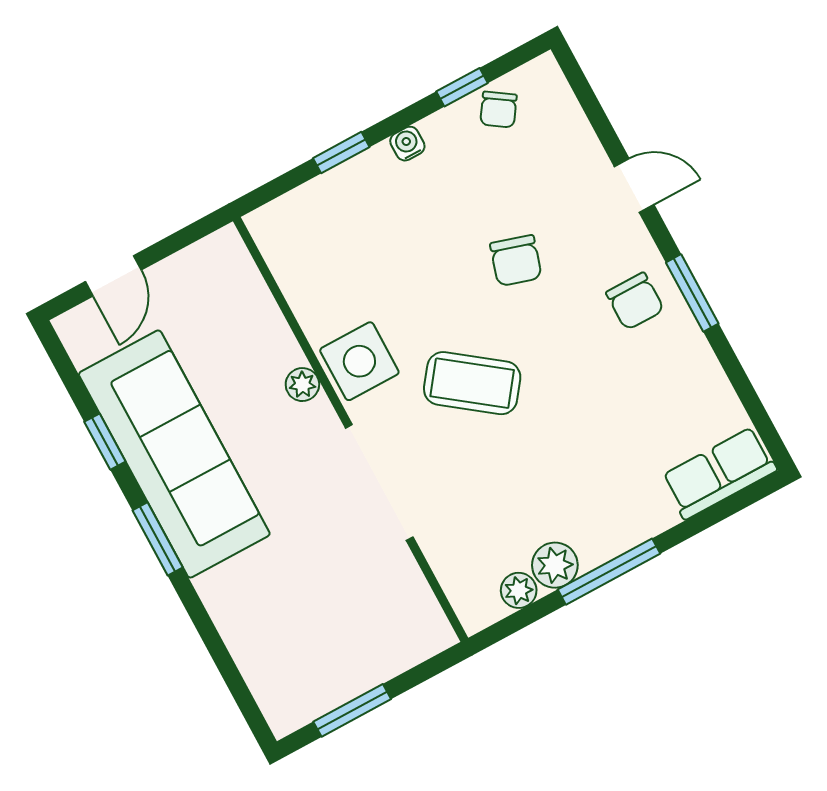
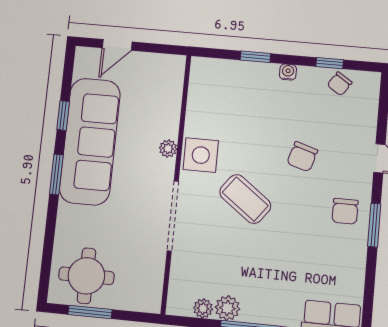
round table: (310, 661) -> (86, 276), added

